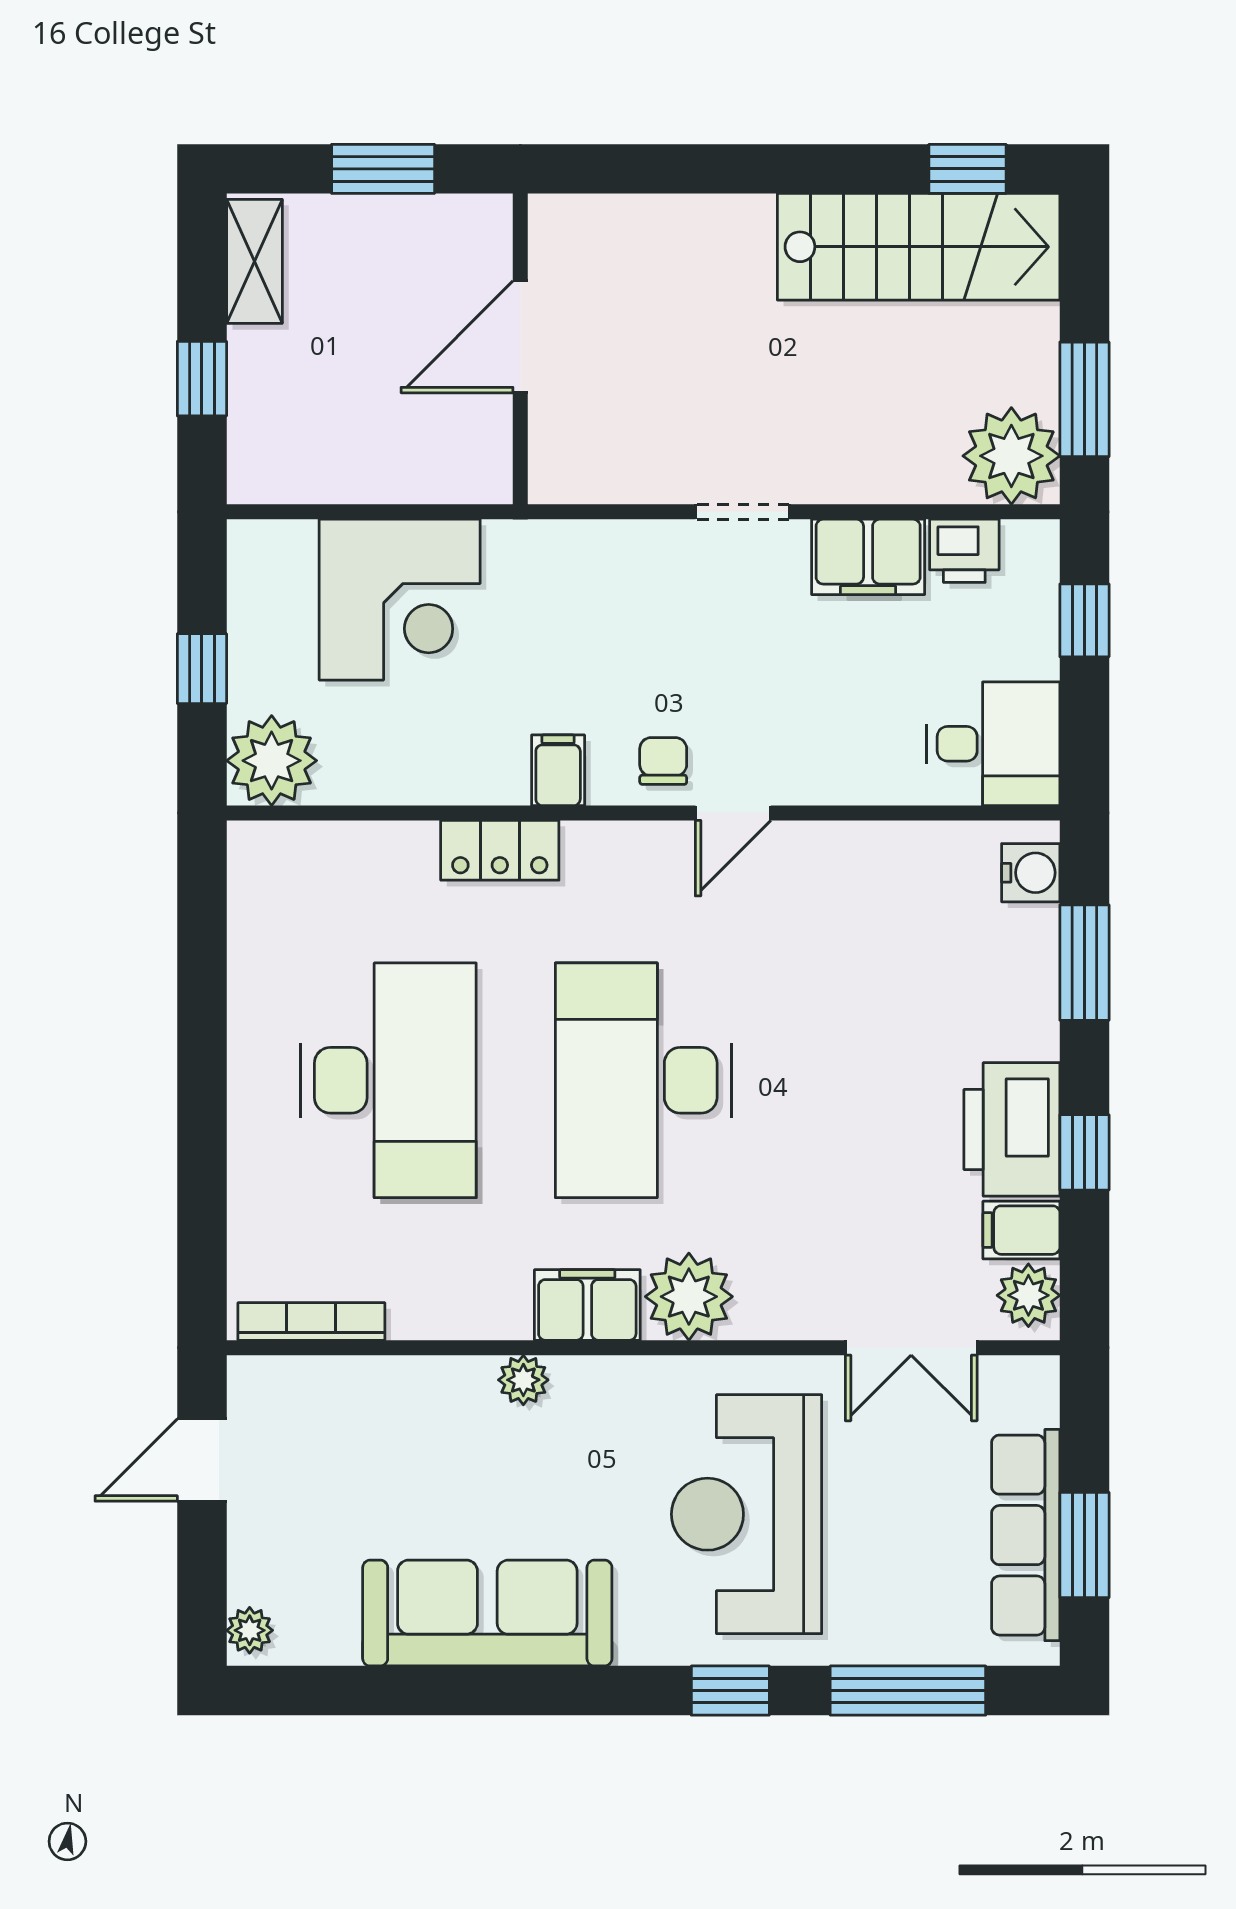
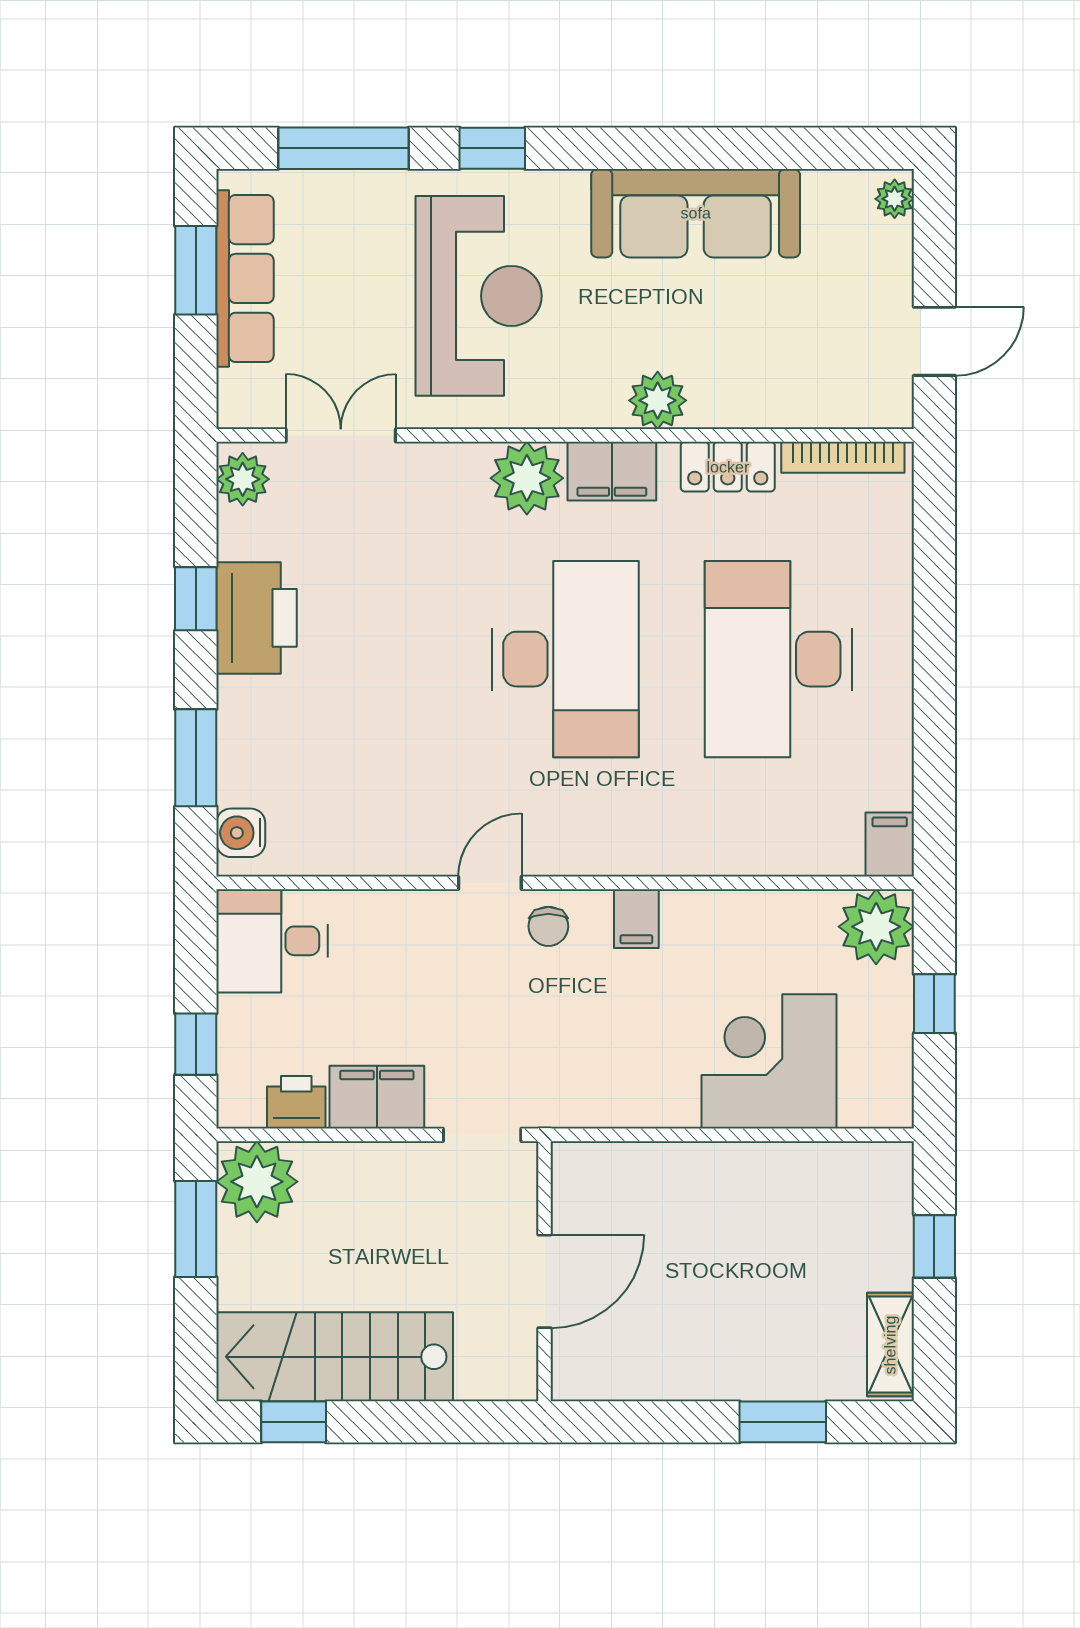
door: (520, 337) -> (545, 1281), moved
wall: (520, 349) -> (545, 1271), moved
locker: (500, 850) -> (728, 467), moved, turned 180
filing cabinet: (1021, 1230) -> (890, 844), moved, turned -90
plant: (523, 1380) -> (658, 400), width x1.38, depth x1.38

